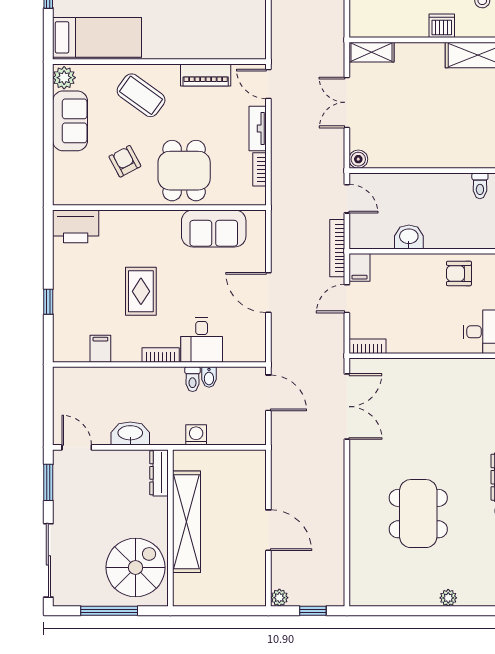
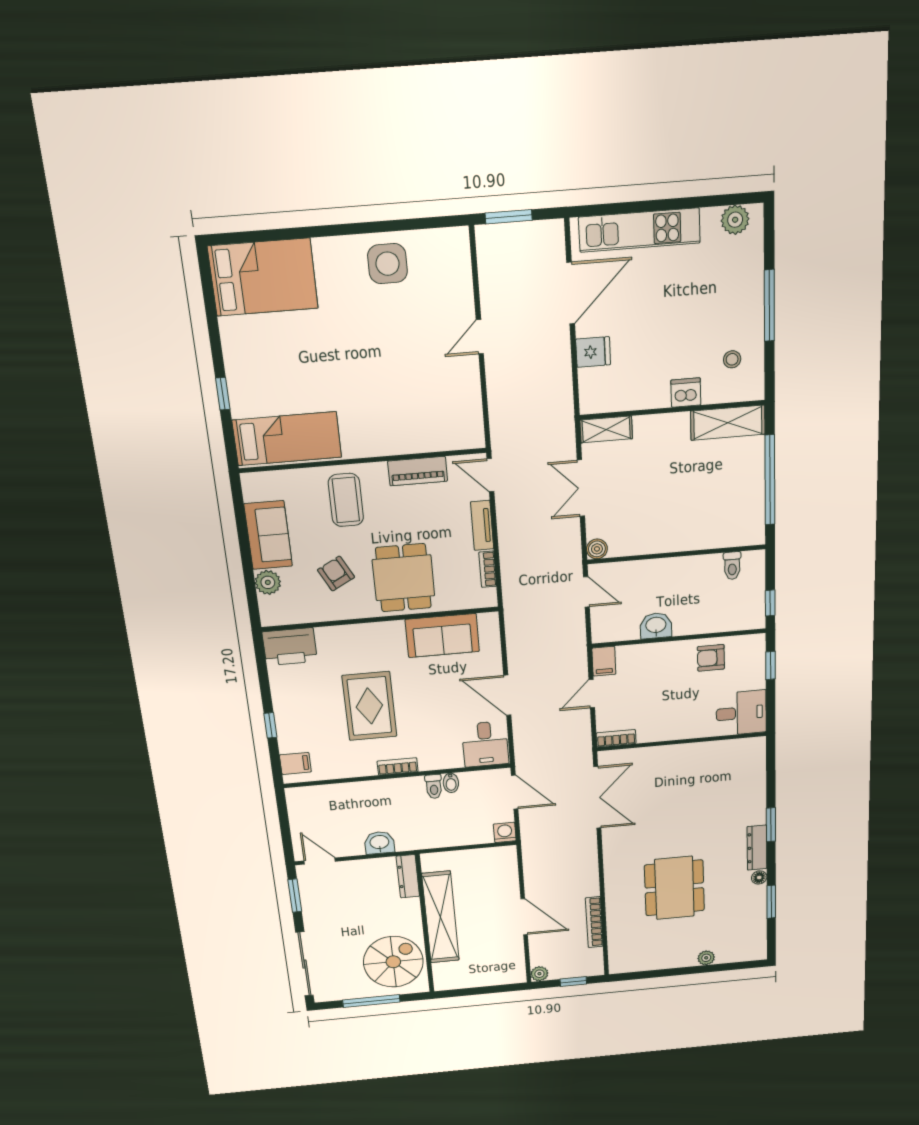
plant: (64, 78) -> (268, 582), moved
coffee table: (141, 95) -> (346, 500), turned 54
bookcase: (337, 248) -> (594, 922), moved
rug: (141, 291) -> (369, 706), width x1.36, depth x1.43
desk: (202, 340) -> (485, 744), moved
filing cabinet: (100, 349) -> (295, 763), moved, turned 90
washbasin: (130, 433) -> (379, 843), width x0.72
washing machine: (196, 435) -> (505, 832), moved

